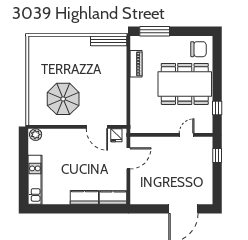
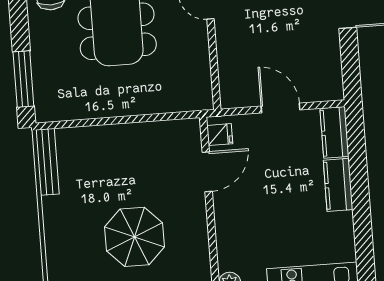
piano: (136, 64) -> (86, 109), removed
parasol: (63, 99) -> (135, 237), moved
door: (128, 158) -> (281, 108), moved

